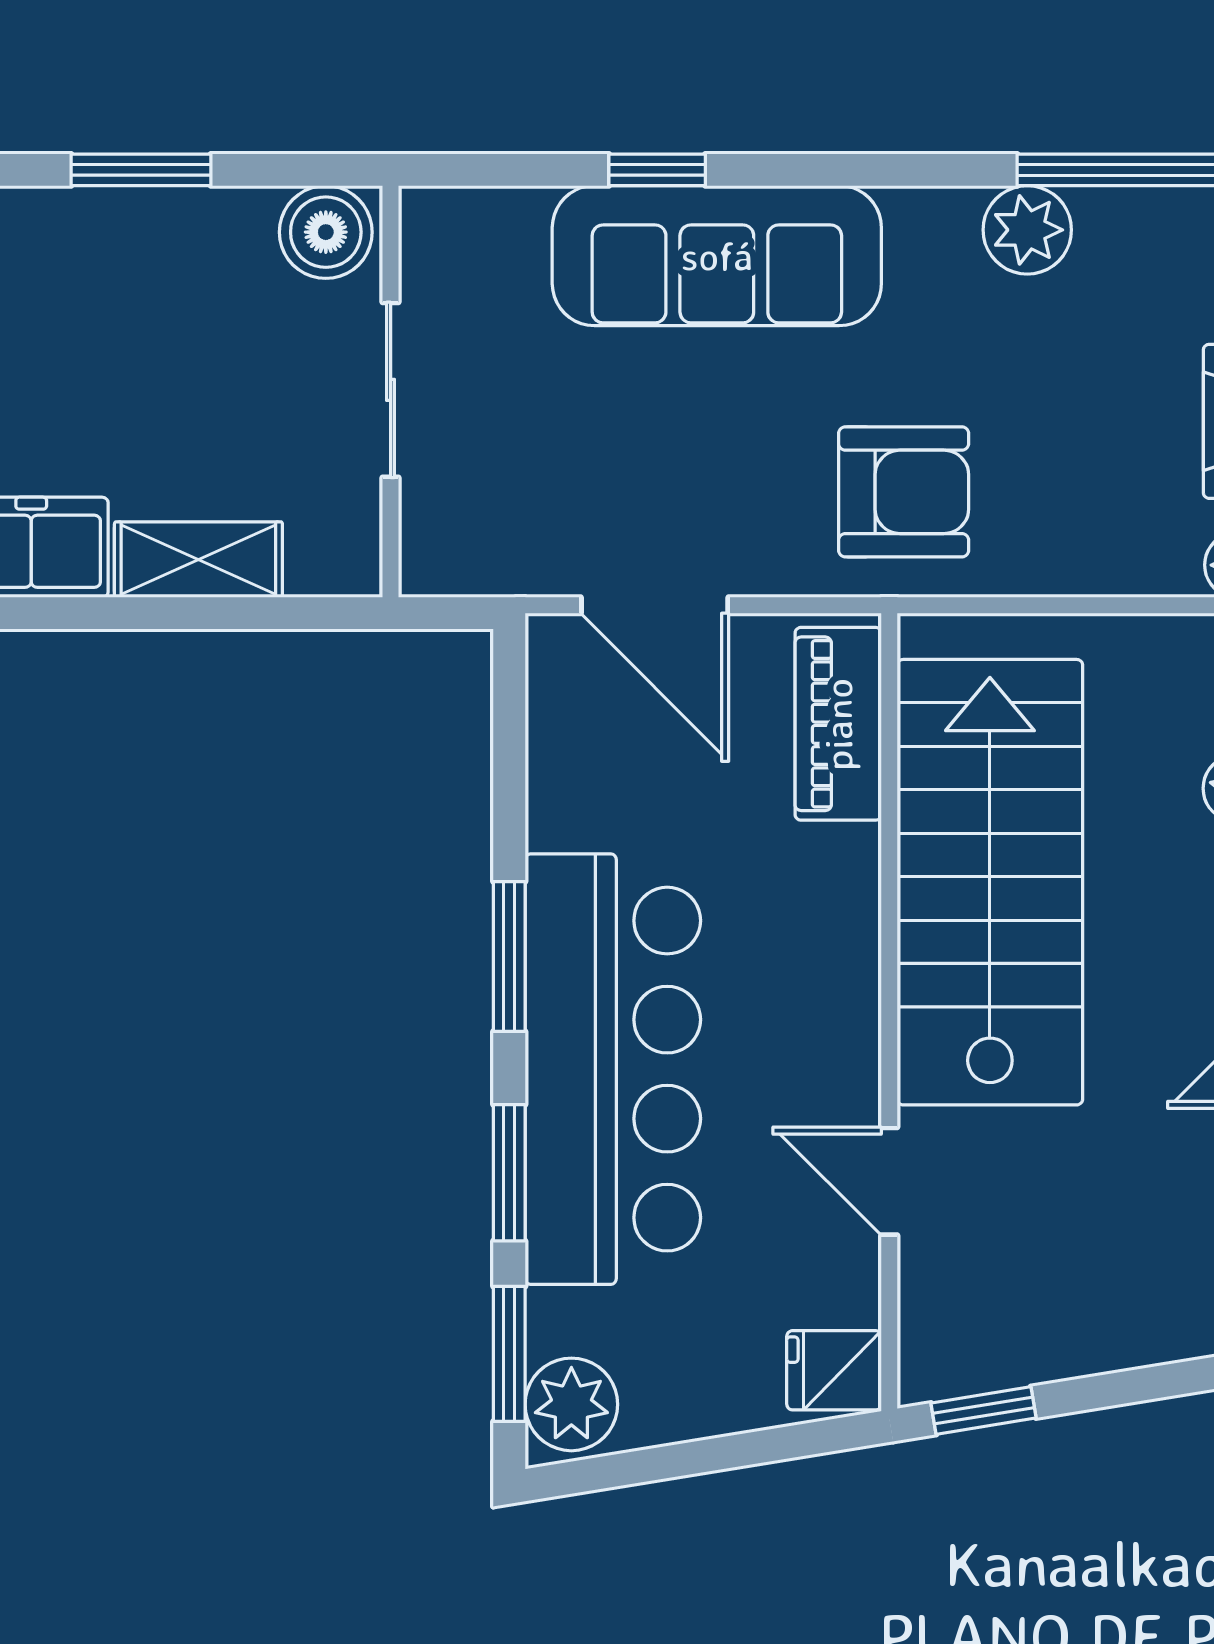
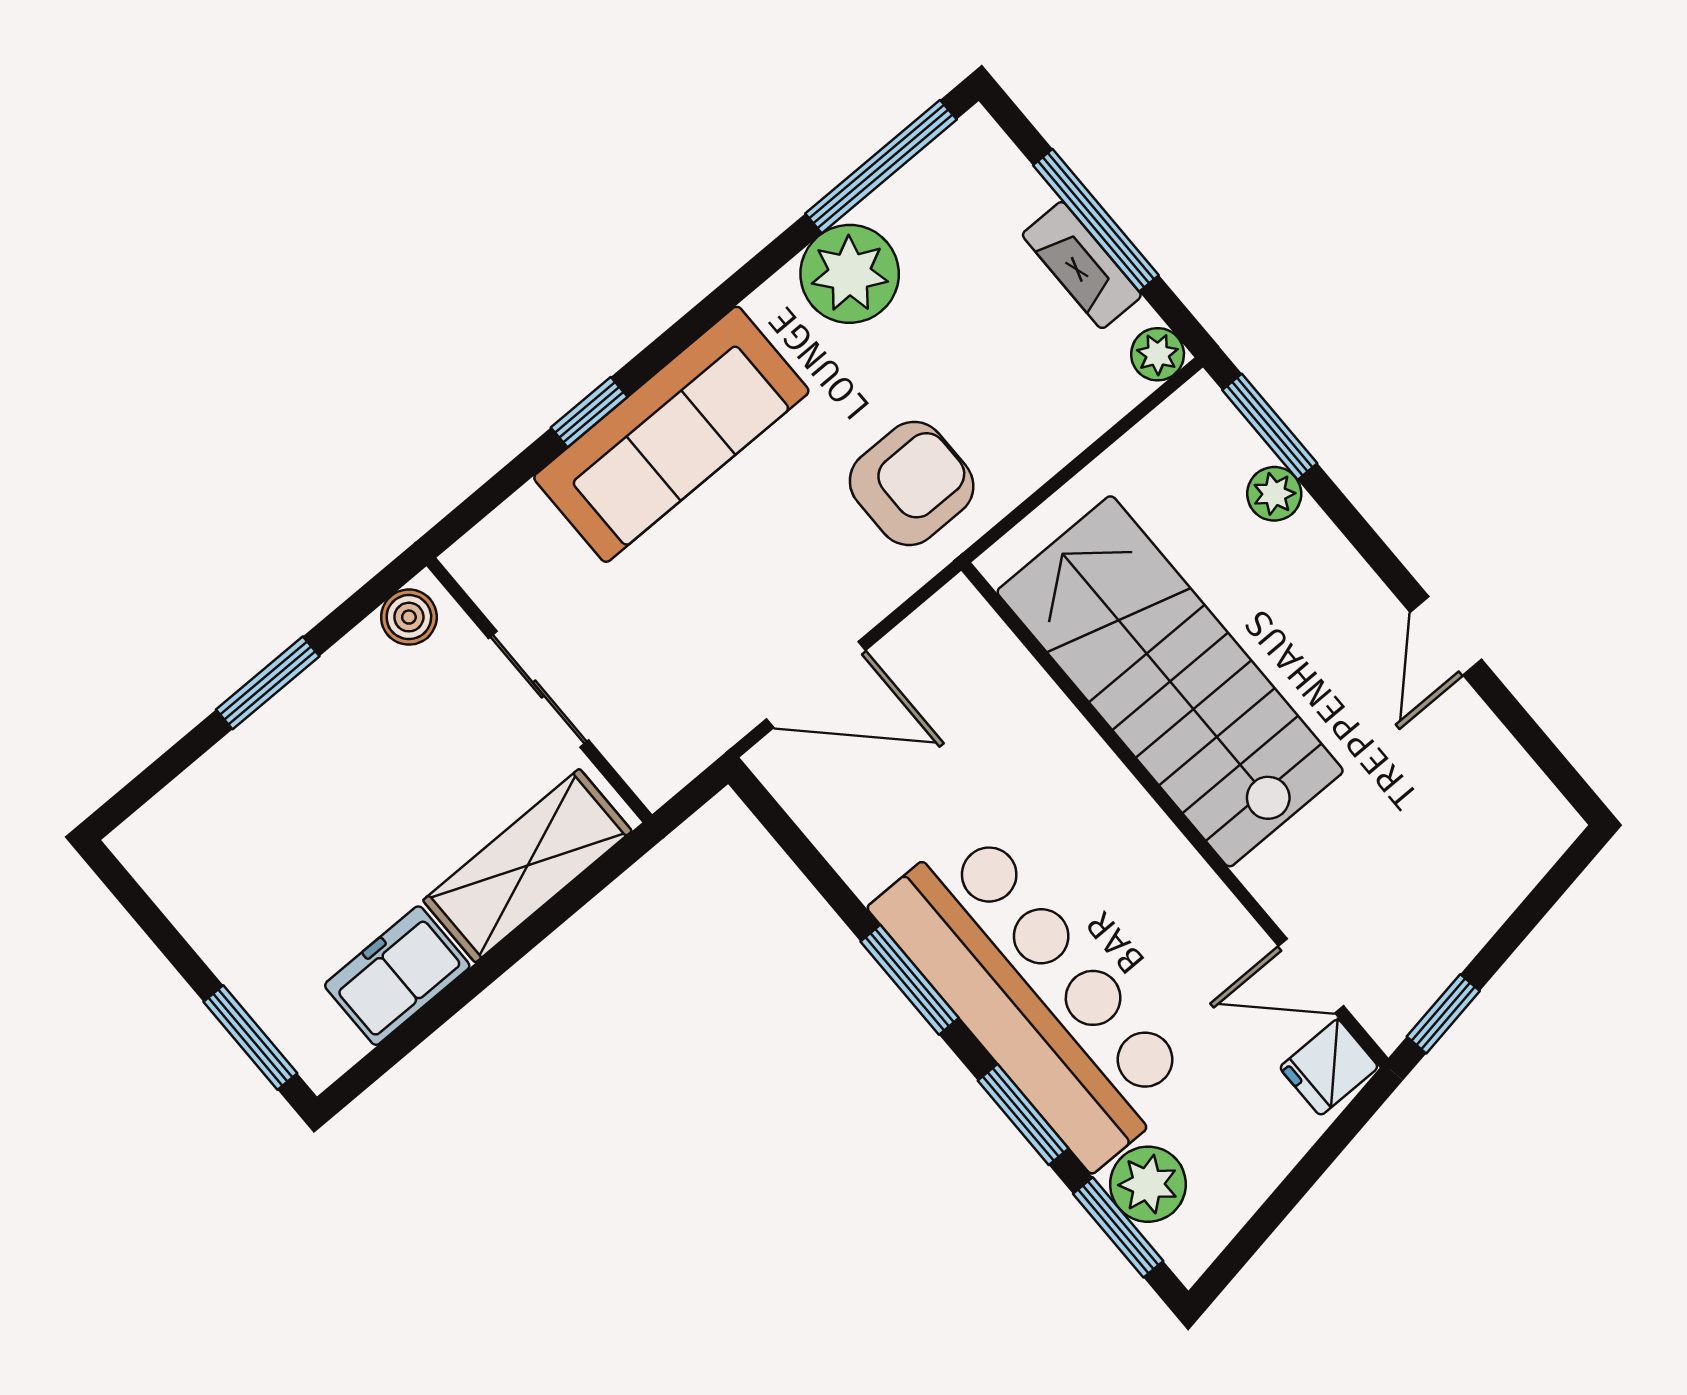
plant: (1027, 230) -> (850, 274), width x1.36, depth x1.36
boiler: (326, 232) -> (409, 617), width x0.73, depth x0.73
shelving: (198, 560) -> (527, 866), width x1.50, depth x1.33
piano: (838, 724) -> (992, 662), removed
door: (889, 1181) -> (1311, 976), moved
plant: (571, 1404) -> (1148, 1184), moved

